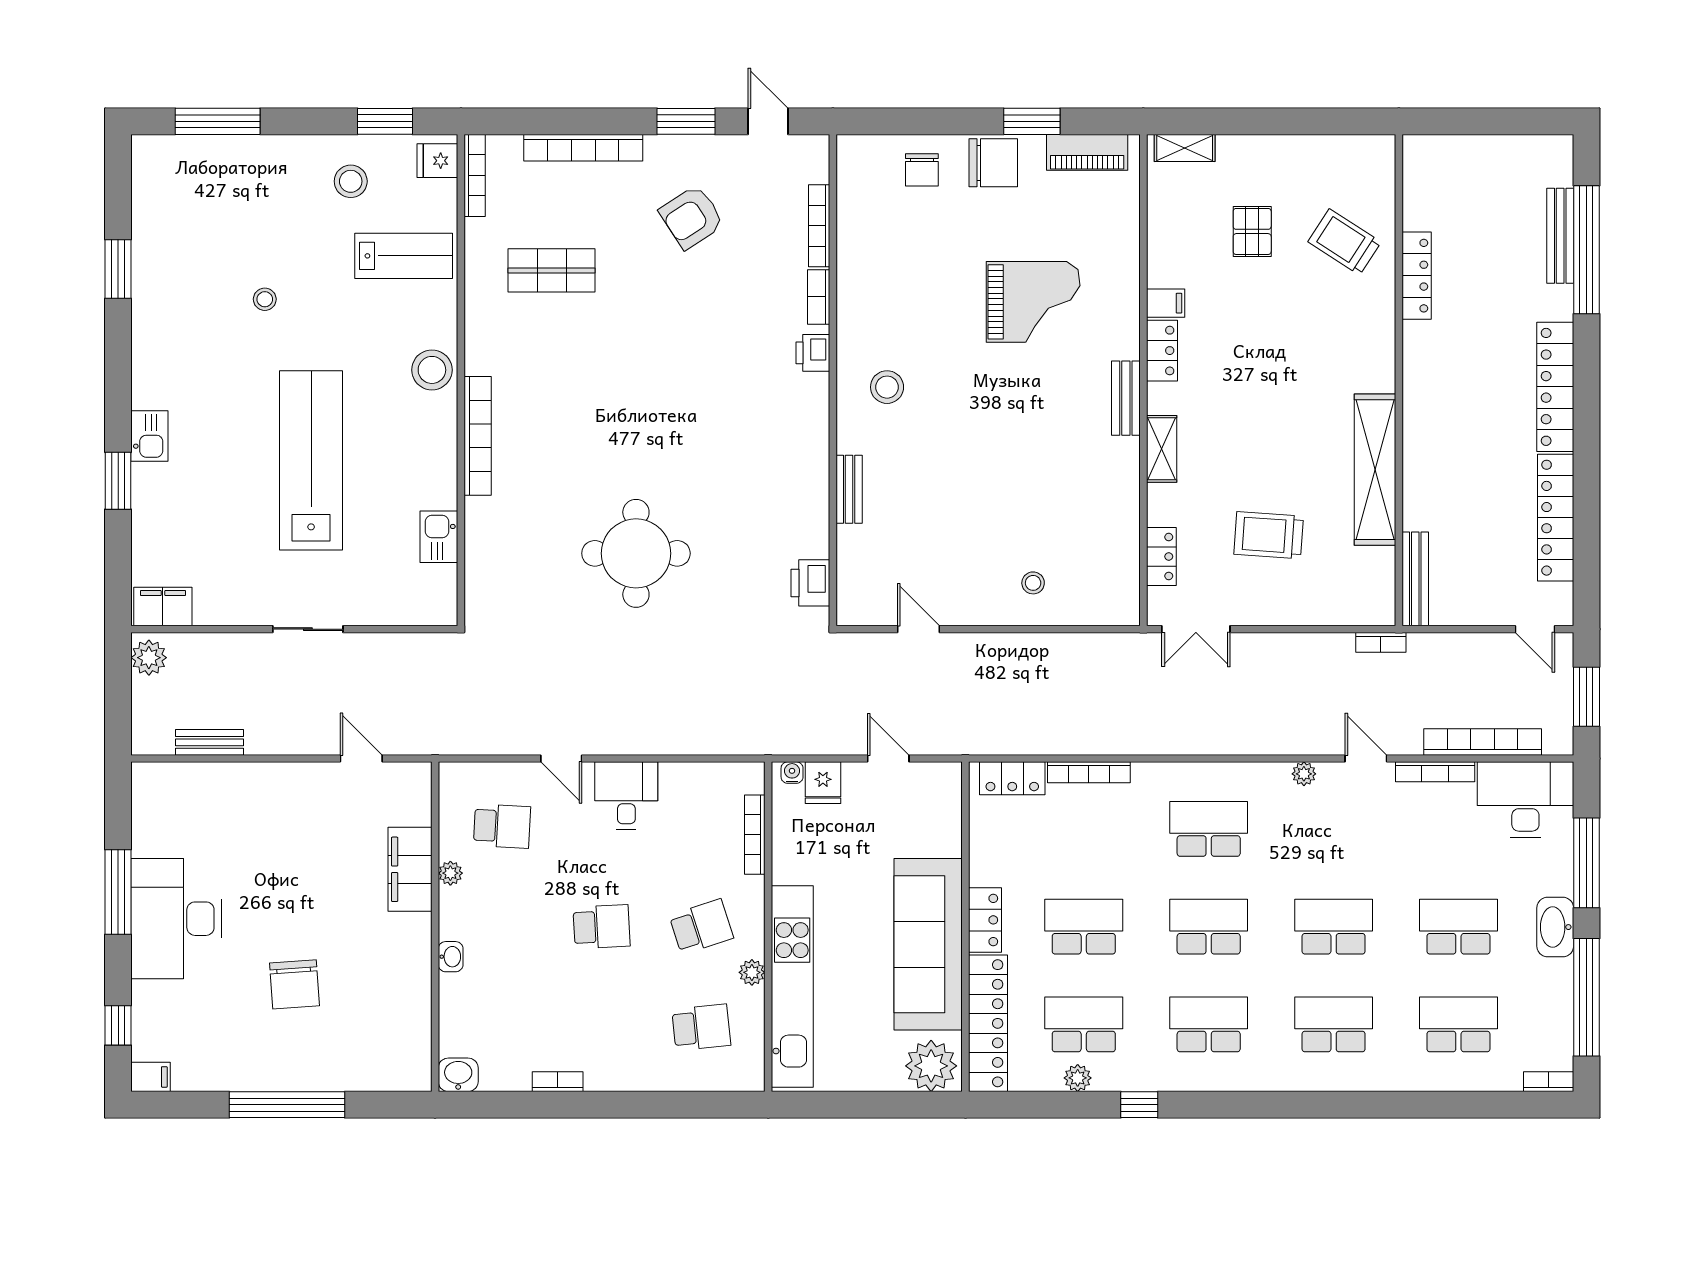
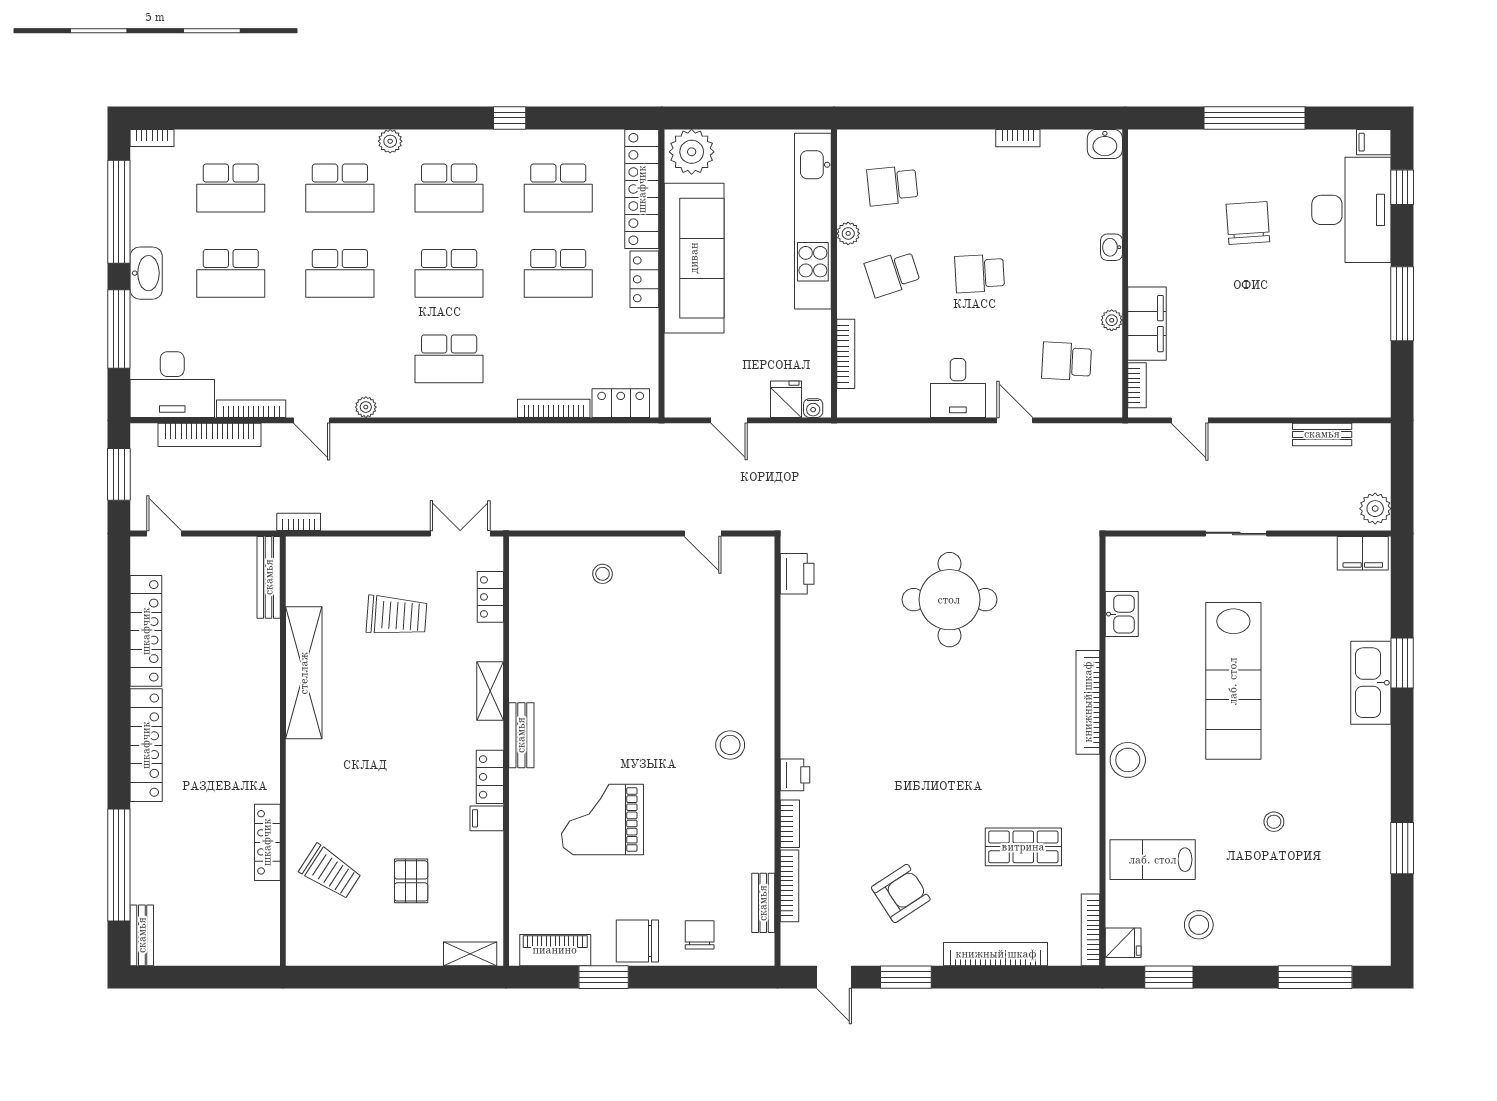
bench: (1560, 236) -> (142, 935), moved, width x0.73
kitchen sink: (149, 436) -> (1371, 683), width x1.88, depth x1.24
bench: (849, 489) -> (763, 903), moved
bookcase: (421, 799) -> (1137, 385), added
desk: (176, 919) -> (1351, 210), moved
plant: (1078, 1078) -> (390, 141), moved

